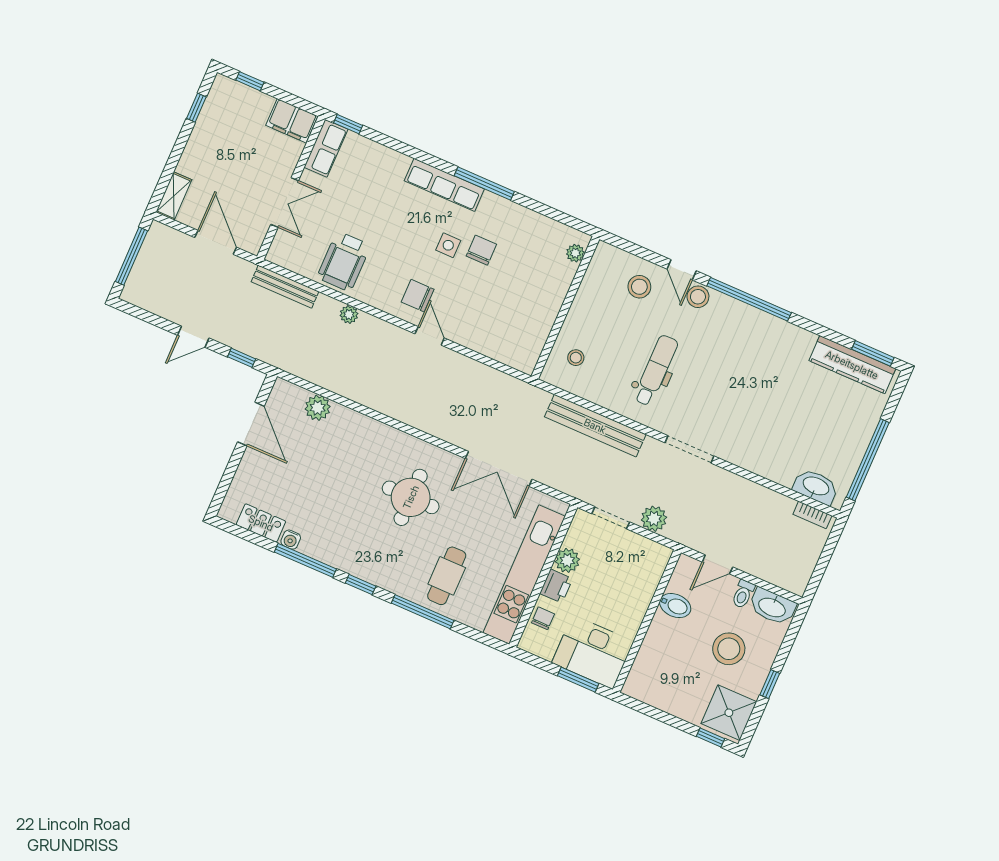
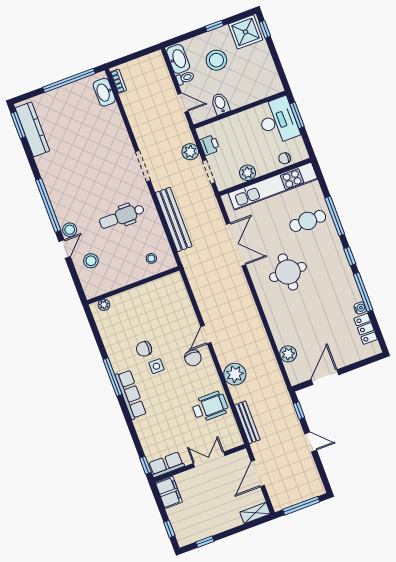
plant: (349, 315) -> (235, 374), width x1.87, depth x1.87
printer: (556, 586) -> (210, 145), moved, turned 90

